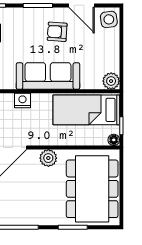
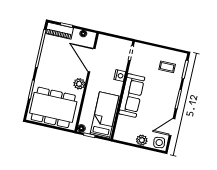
armchair: (57, 32) -> (159, 108), removed
plant: (111, 81) -> (142, 140), moved

